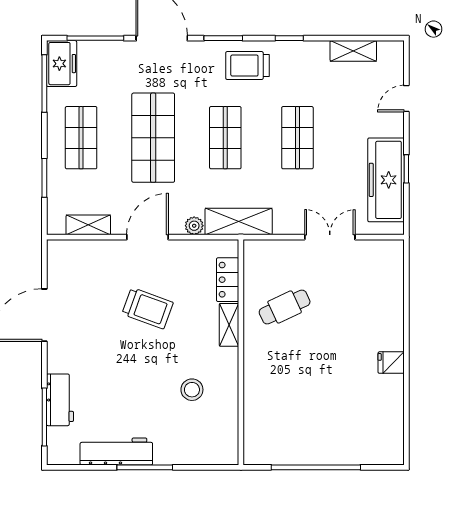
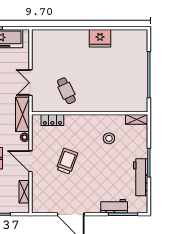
double door: (330, 237) -> (30, 83), moved
shelving: (229, 325) -> (137, 119), moved
fridge: (391, 363) -> (100, 38), width x1.88, depth x1.34

